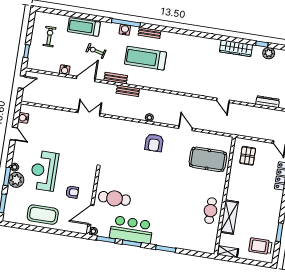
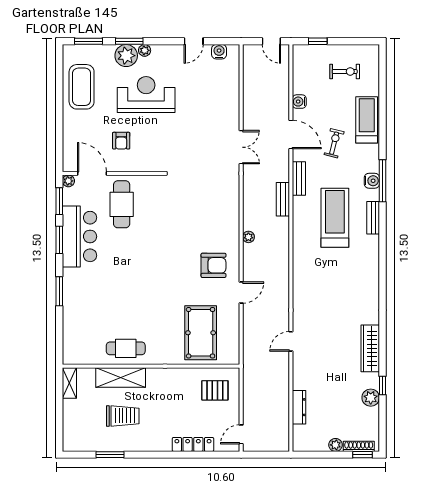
armchair: (154, 143) -> (213, 265), moved, turned 180
coffee table: (43, 215) -> (82, 87), moved
trolley: (260, 246) -> (123, 416), moved, turned 90

